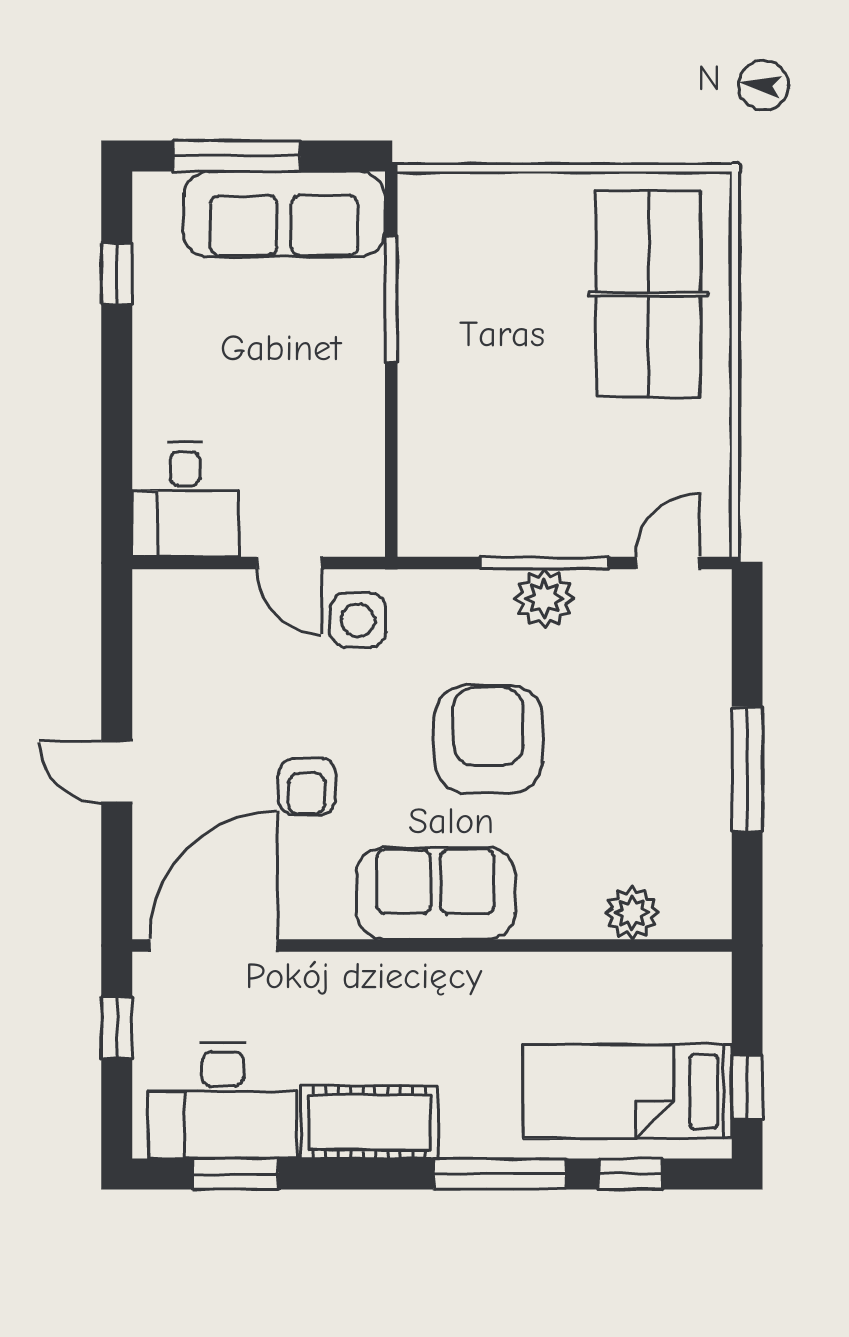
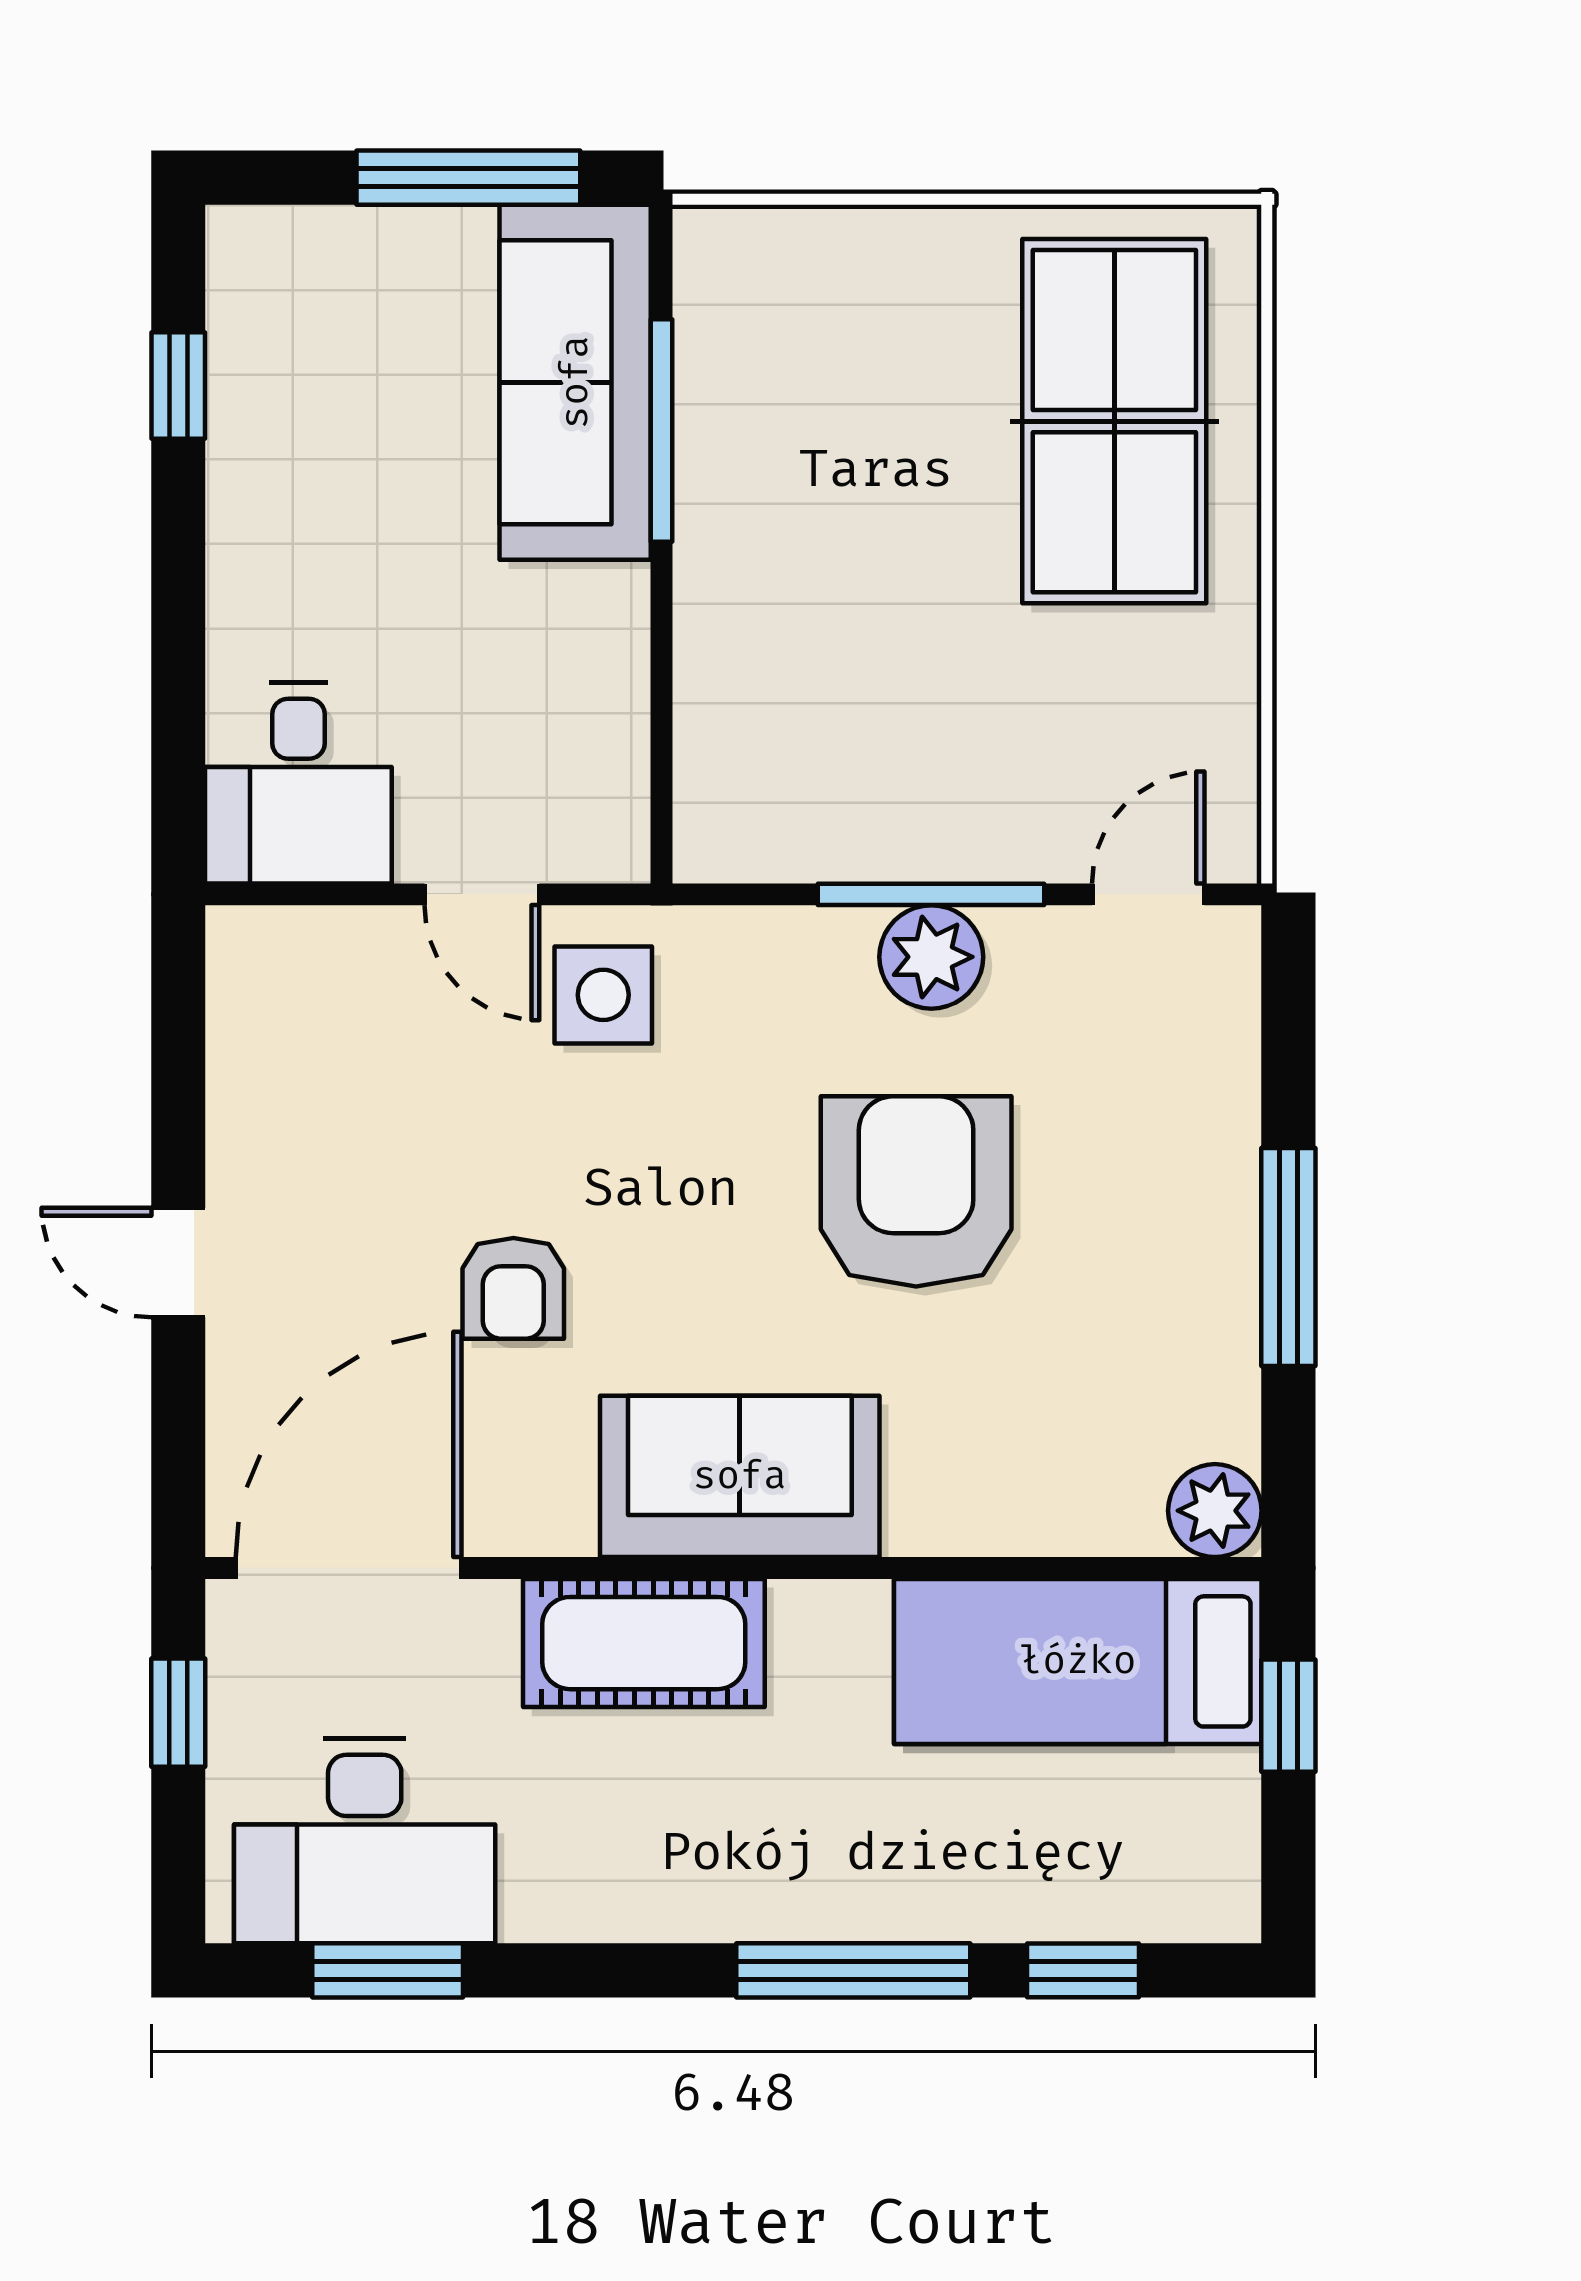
window: (237, 156) -> (468, 178), moved
sofa: (284, 214) -> (575, 382), moved, turned 90
armchair: (488, 739) -> (916, 1191), moved
plant: (632, 913) -> (1215, 1511), moved
window: (747, 1087) -> (1288, 1716), moved
bed: (628, 1092) -> (1078, 1661), moved
cot: (369, 1122) -> (644, 1643), moved

